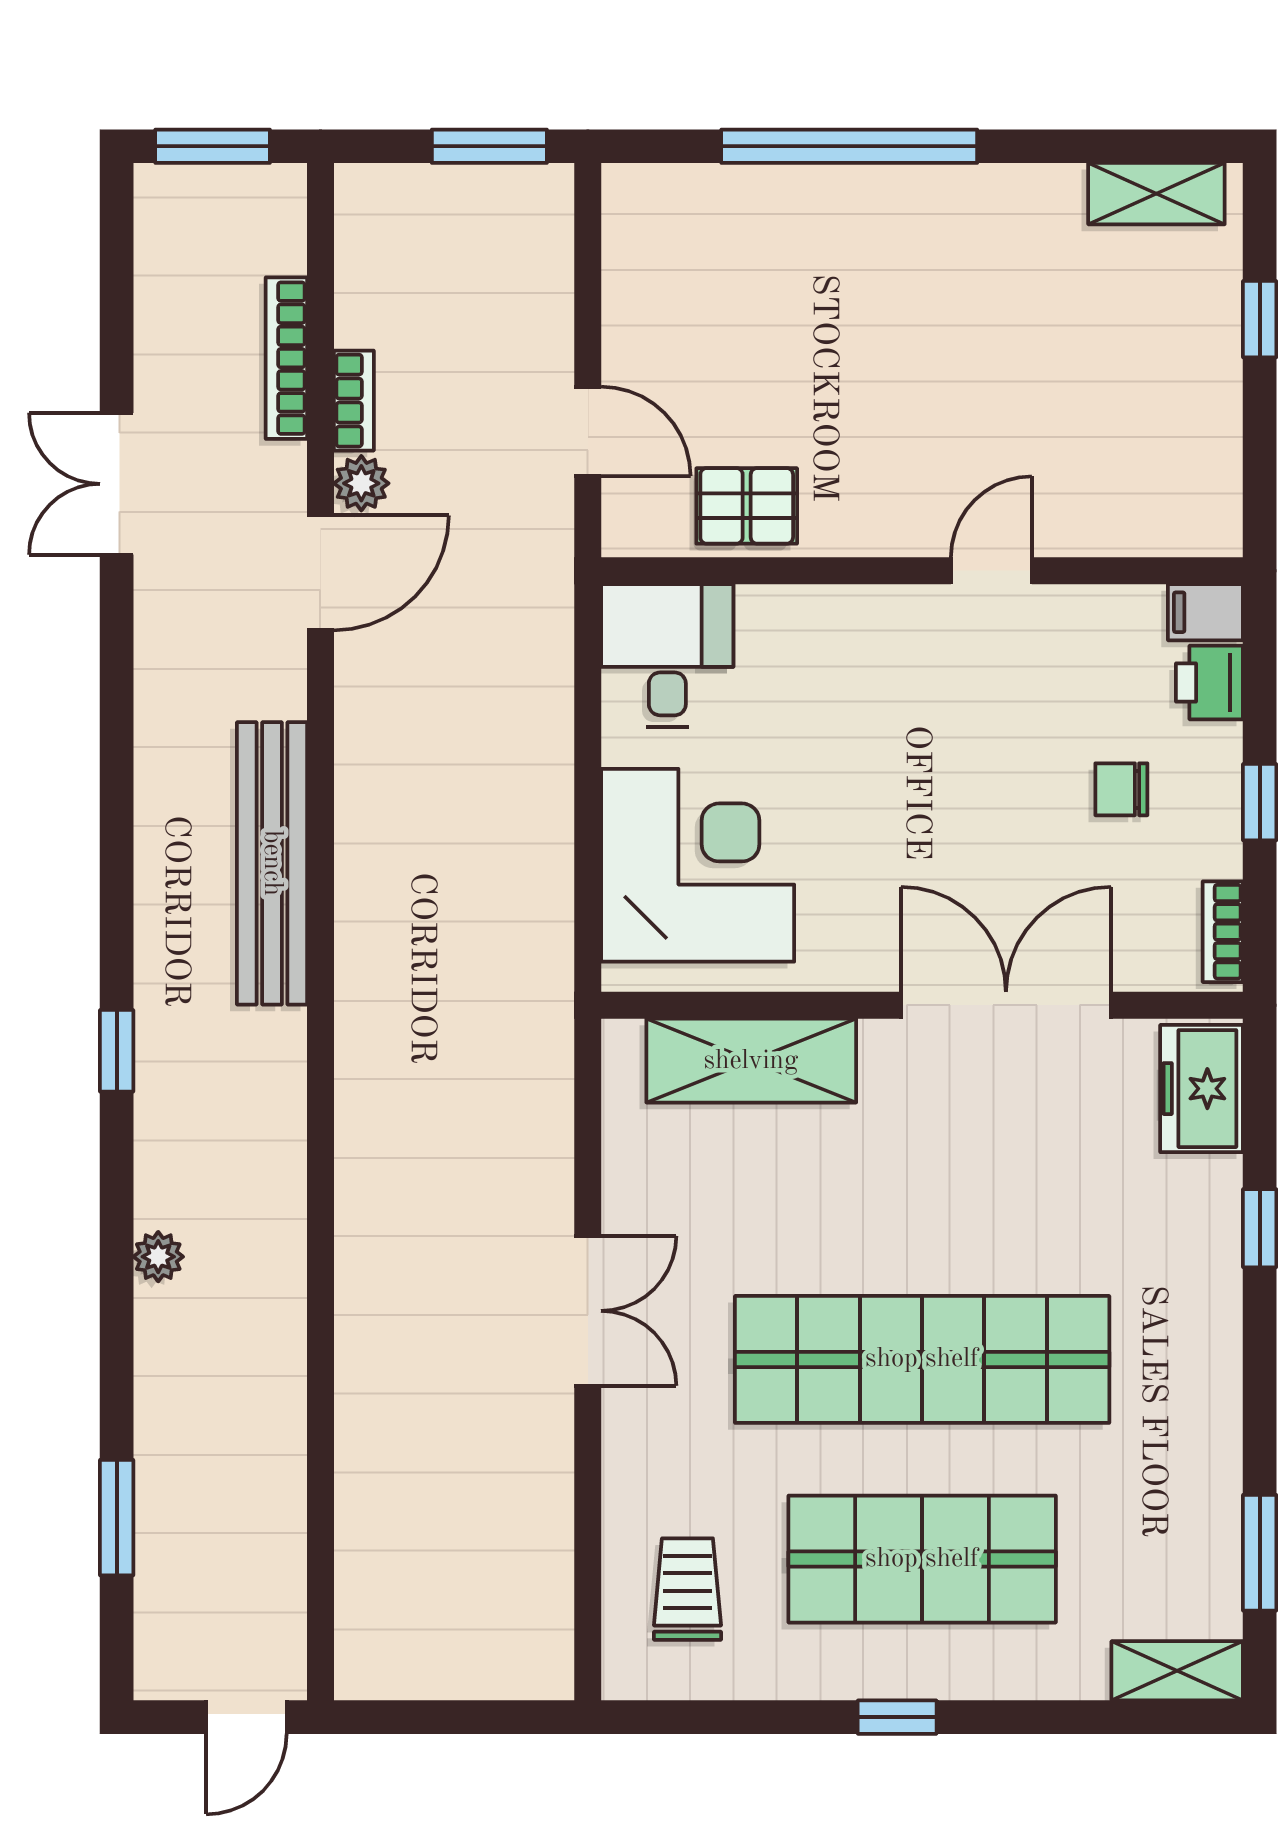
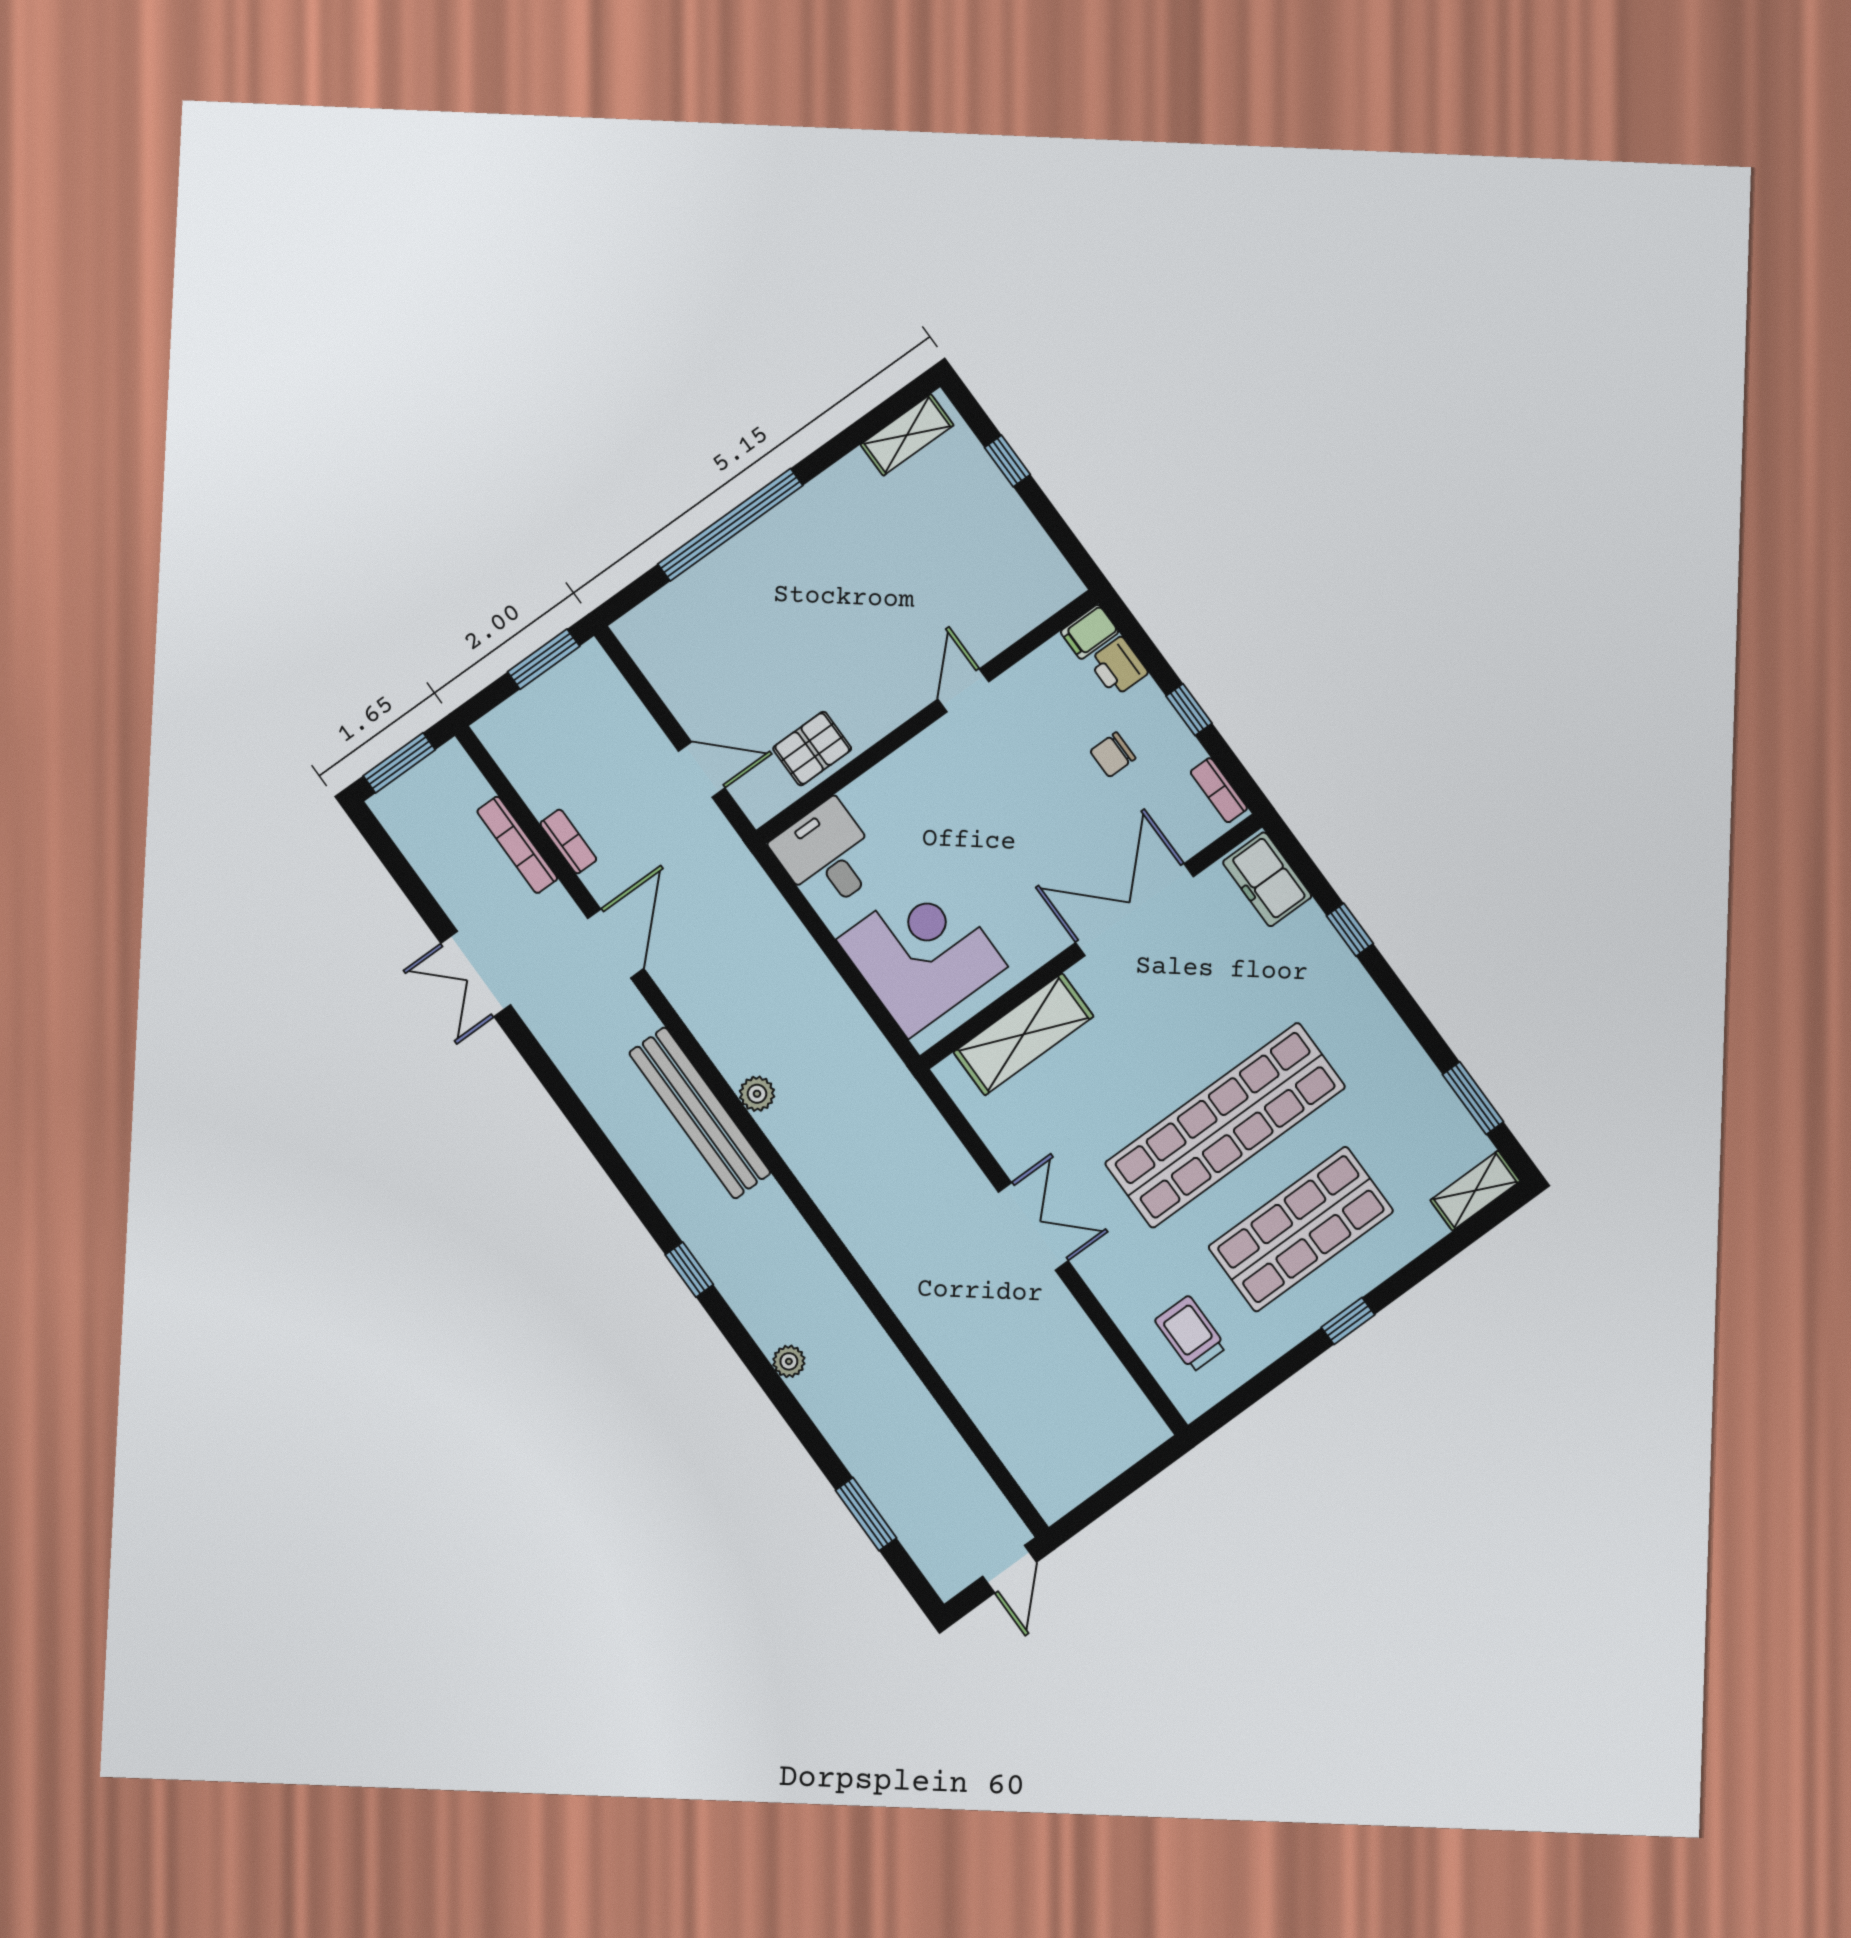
plant: (361, 483) -> (757, 1094), moved

